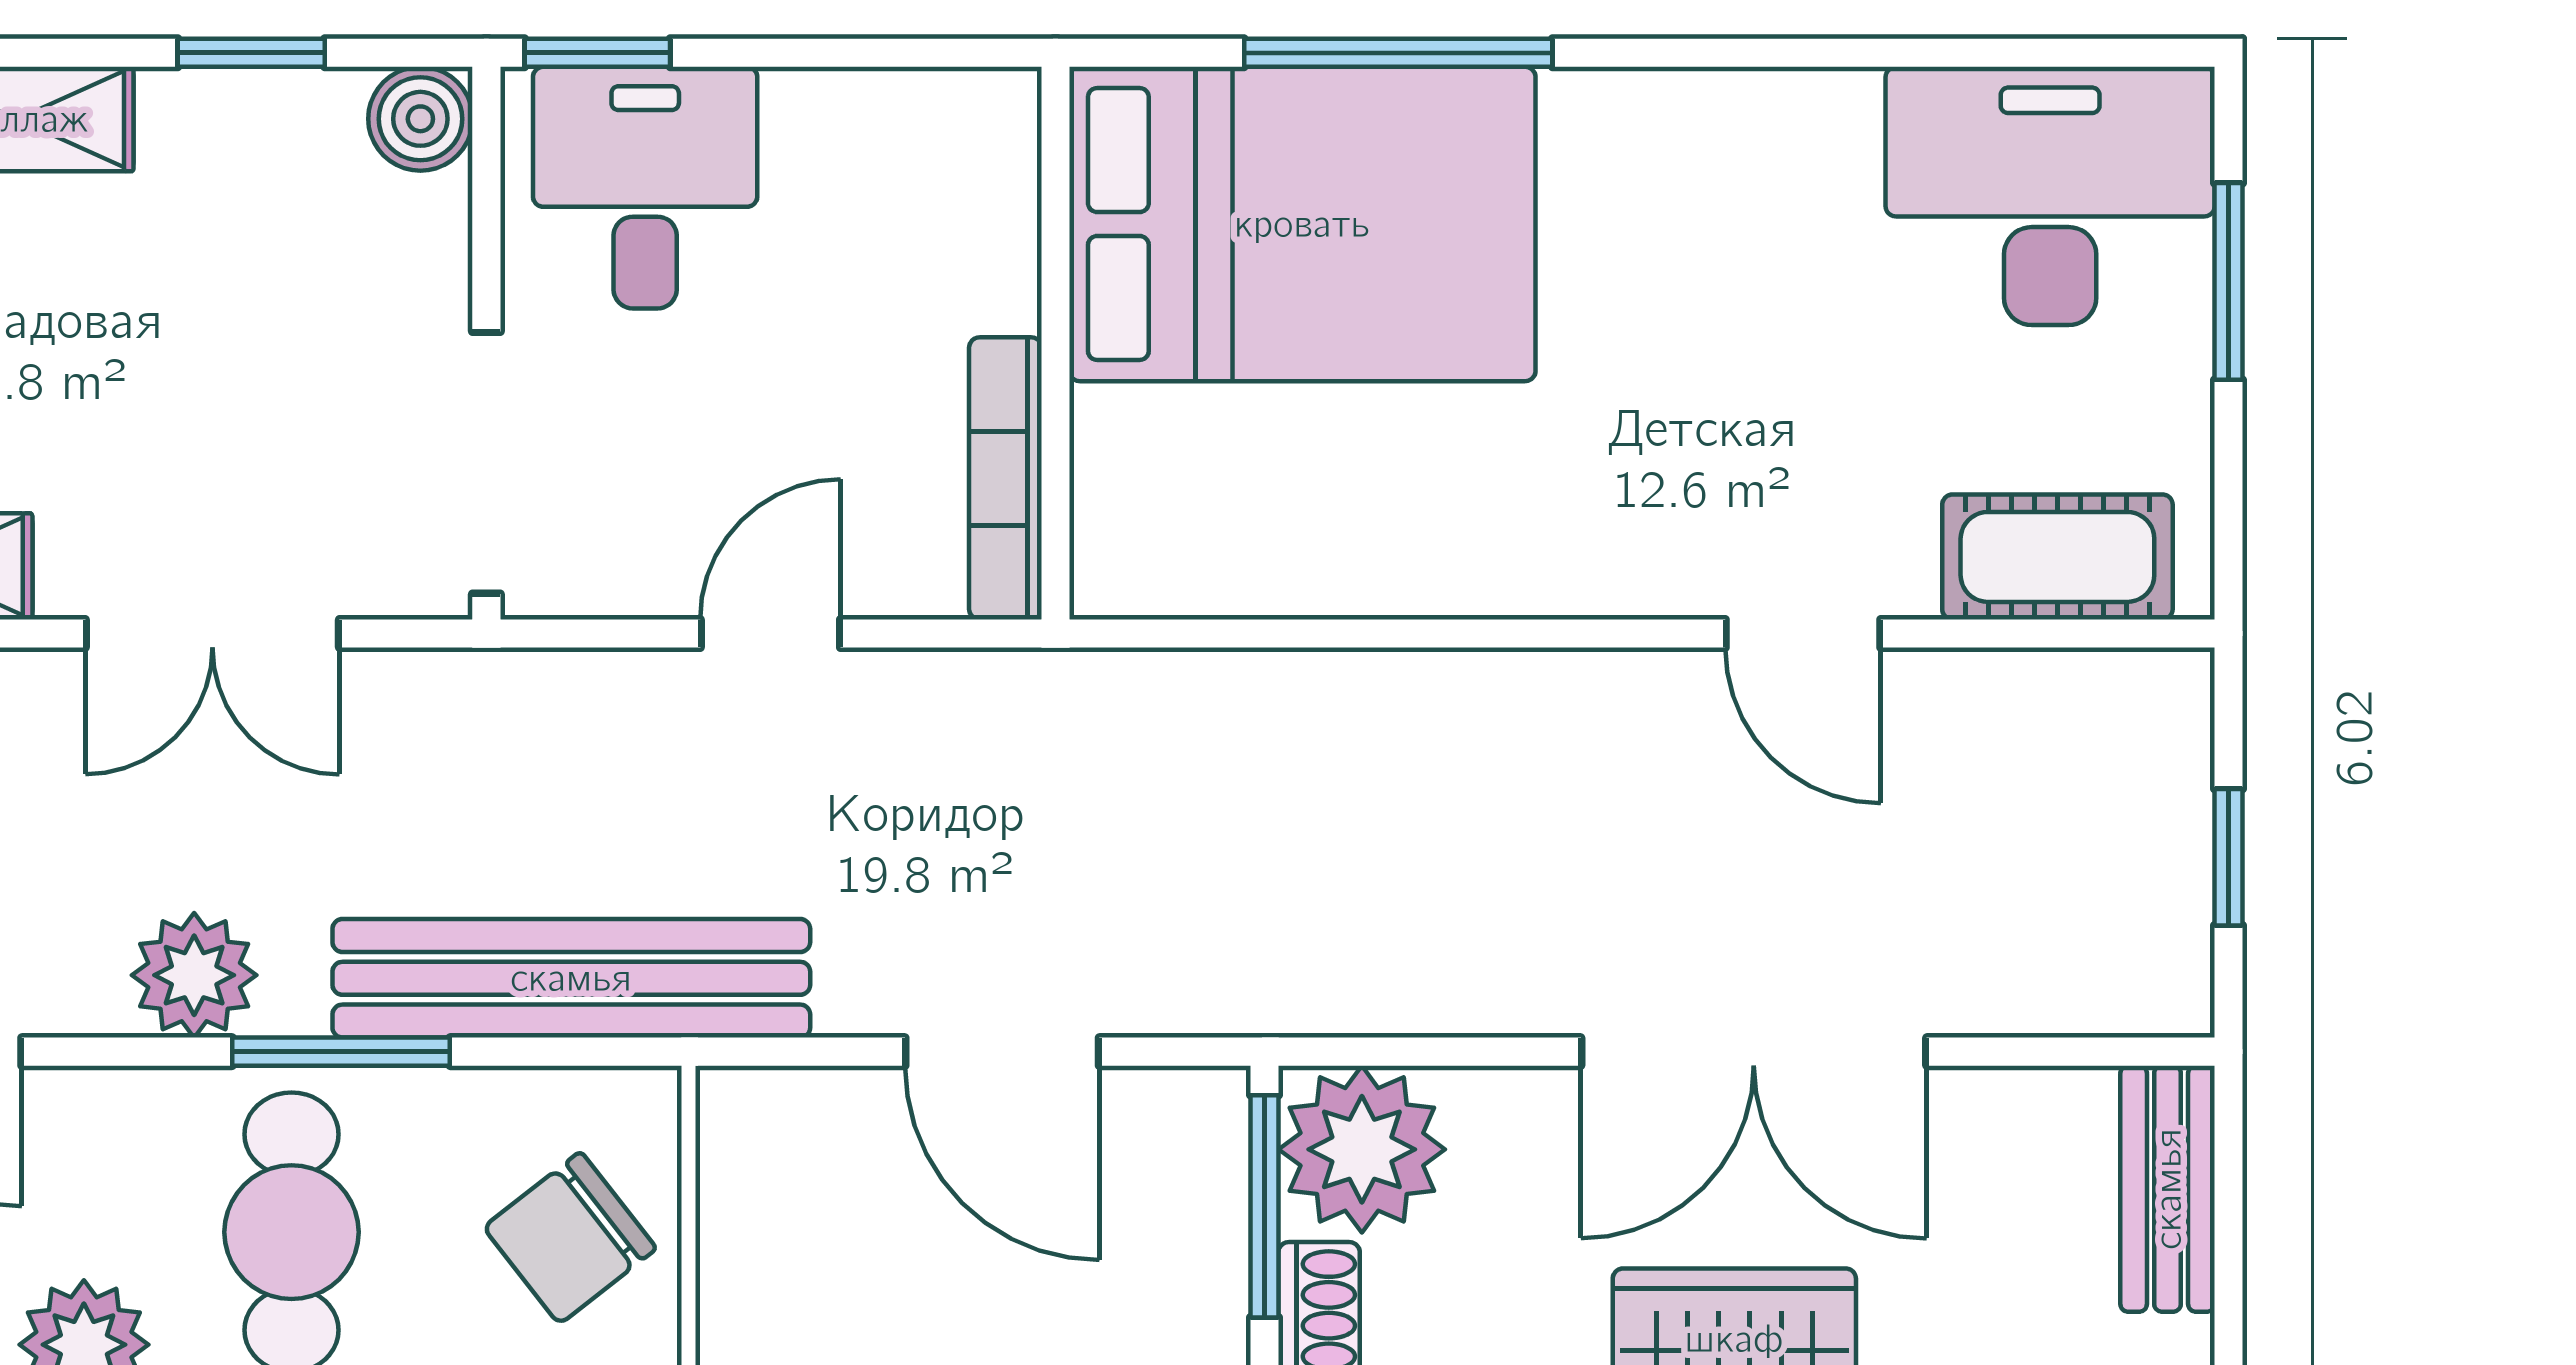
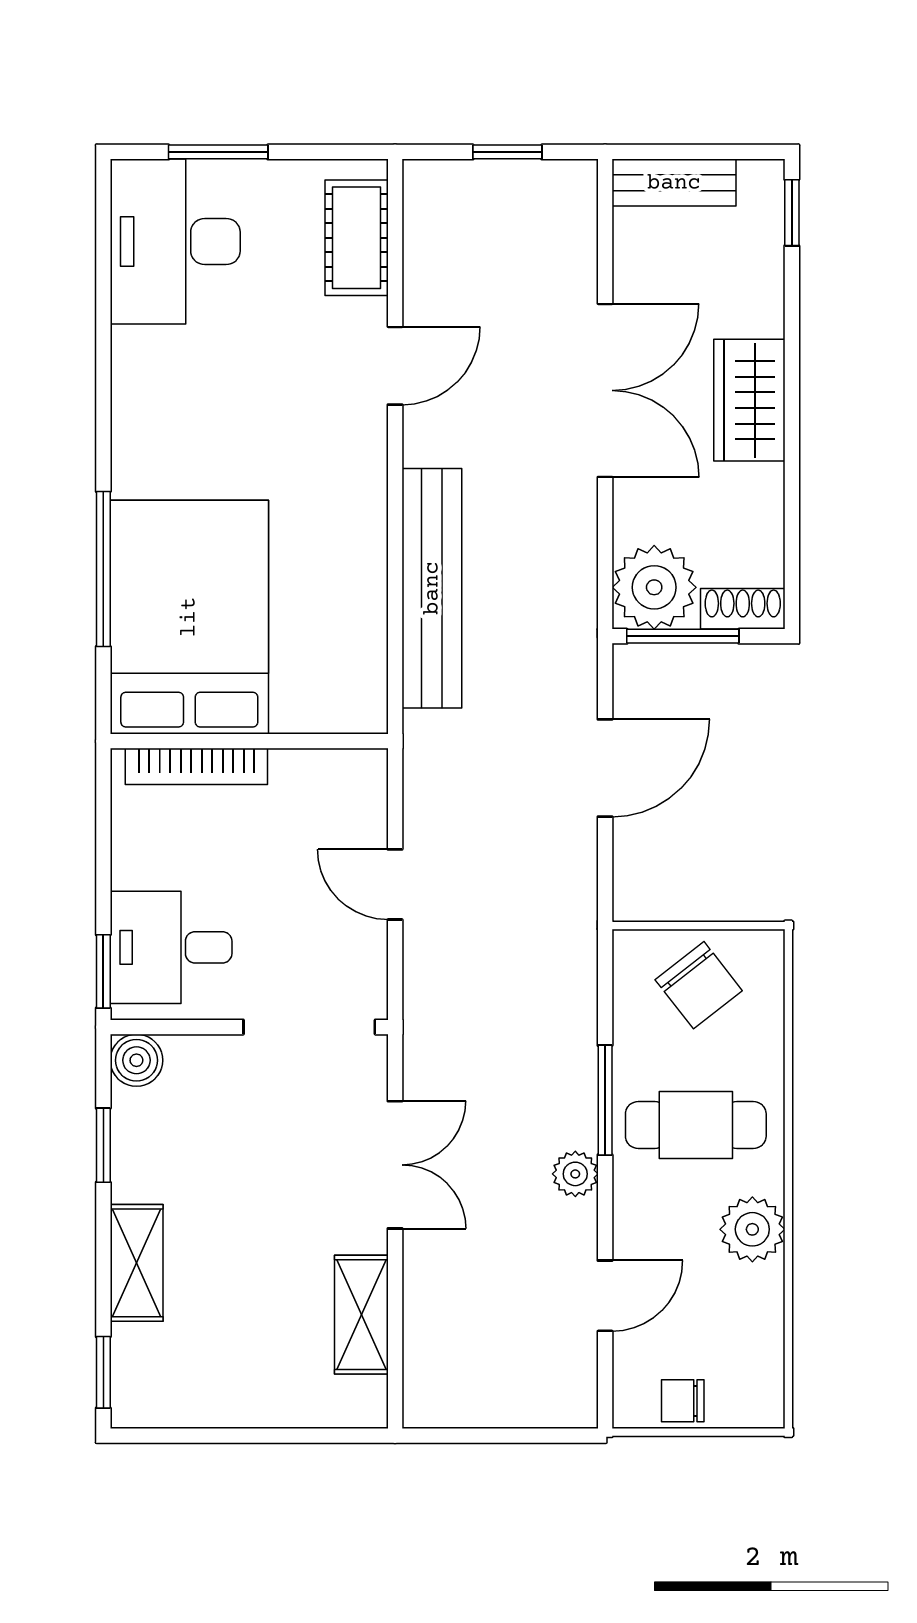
bookcase: (1005, 478) -> (196, 766), moved
plant: (194, 975) -> (575, 1174), width x0.73, depth x0.73
bench: (571, 978) -> (432, 588), moved

